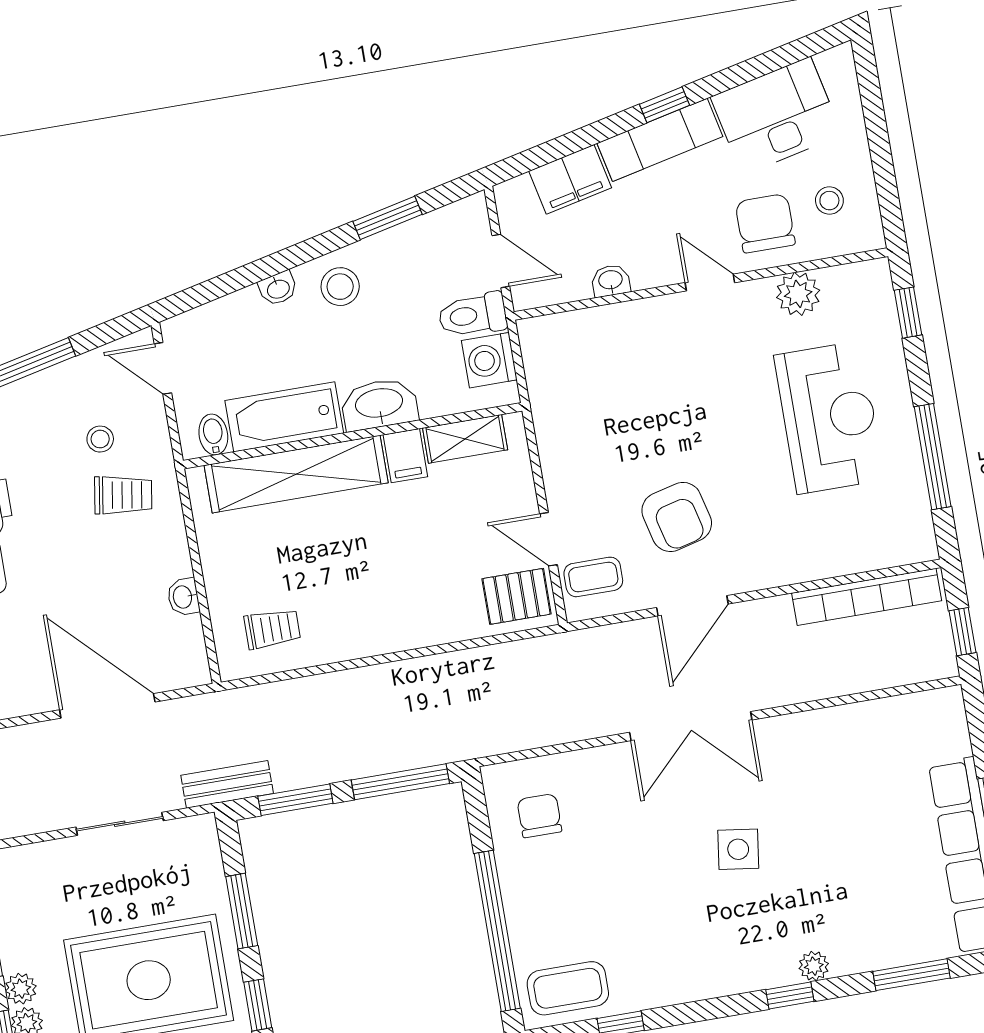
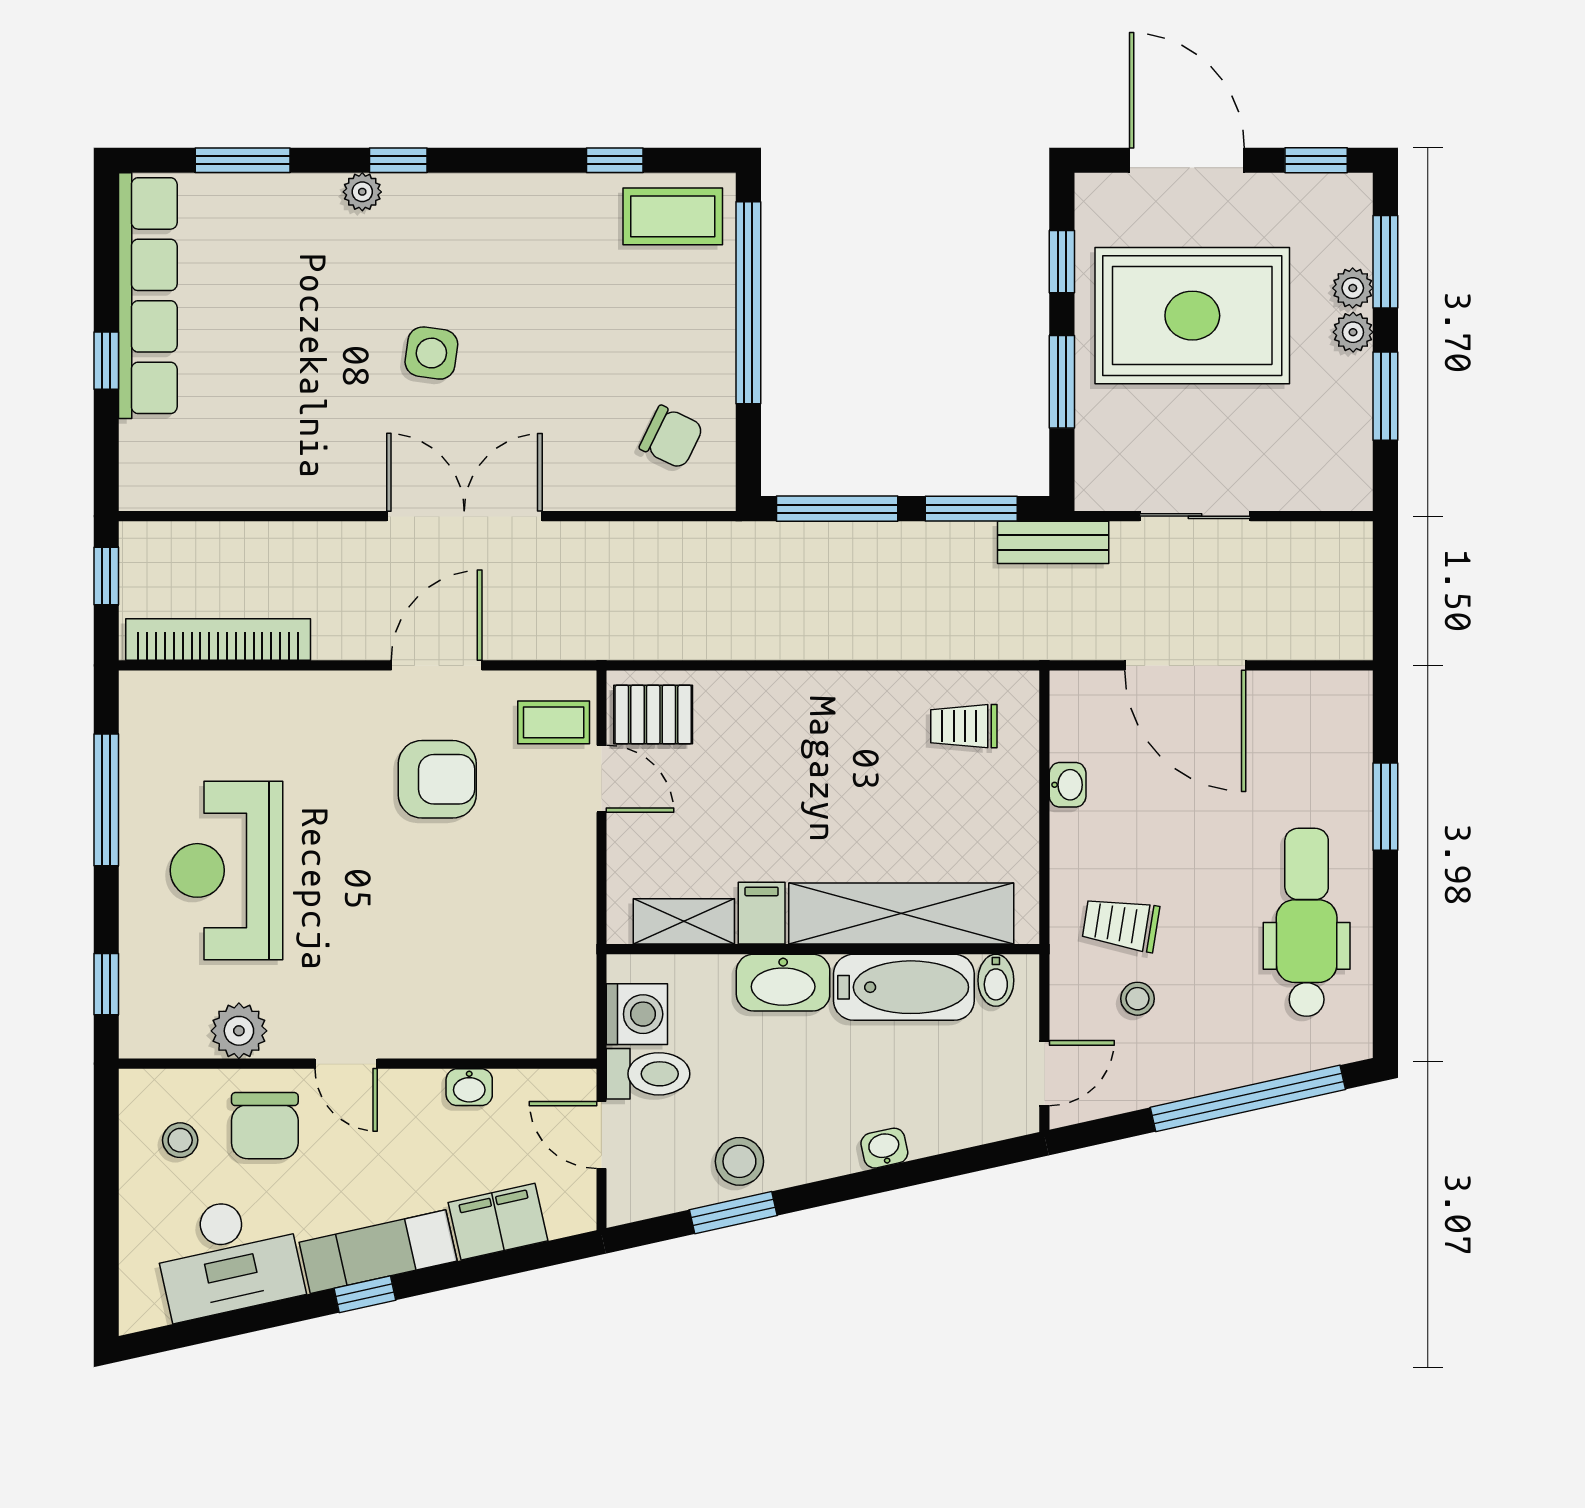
stool: (340, 287) -> (739, 1161), moved
door: (163, 368) -> (1044, 1073), hinge flipped
armchair: (677, 517) -> (437, 779), turned 104
chair: (539, 816) -> (671, 437), turned -64

